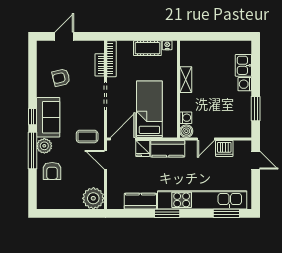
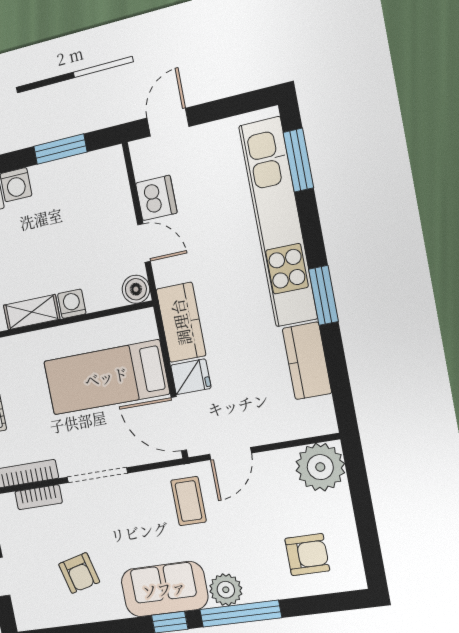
washing machine: (186, 118) -> (72, 304), moved
armchair: (52, 171) -> (307, 555), moved

